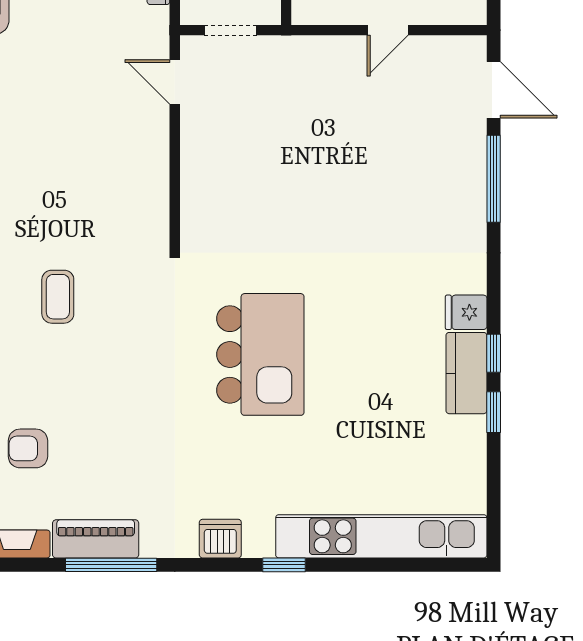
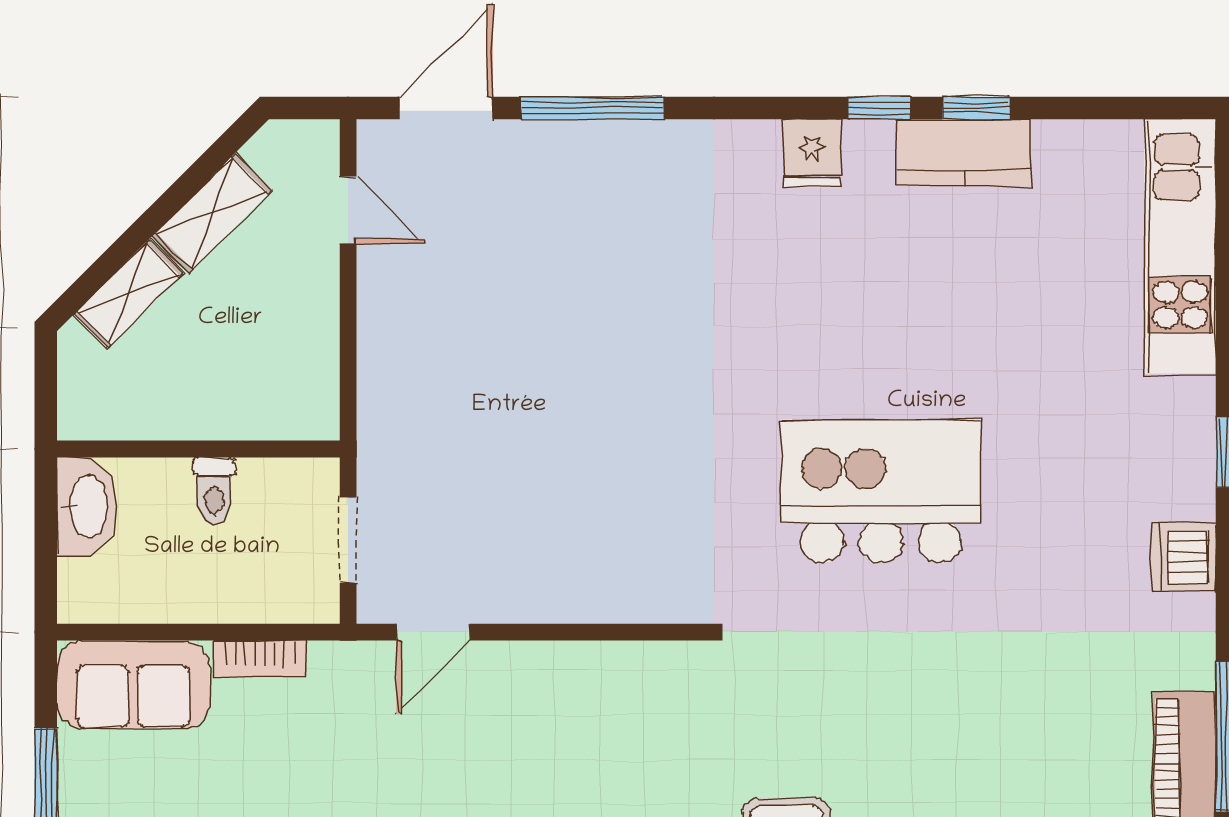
door: (388, 30) -> (348, 210), moved
kitchen counter: (466, 373) -> (964, 153), moved
kitchen unit: (381, 536) -> (1180, 246), width x0.73

